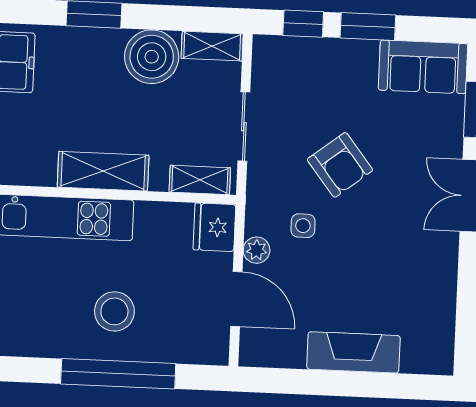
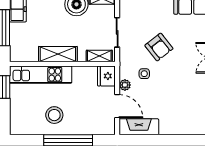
stool: (114, 311) -> (54, 115), moved
fireplace: (353, 352) -> (139, 127), moved

